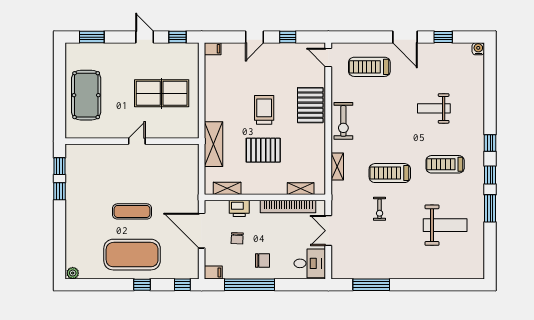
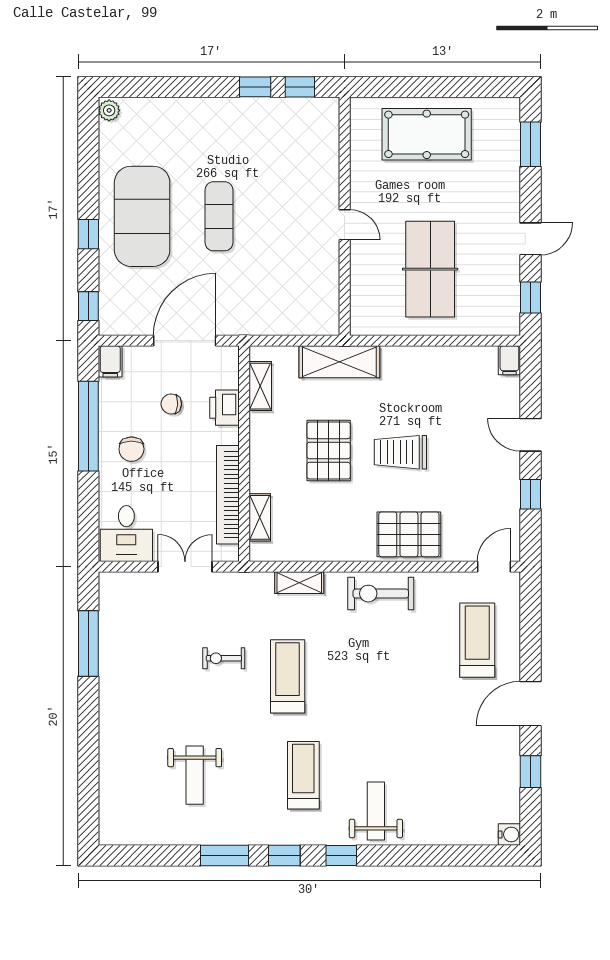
weight bench: (434, 108) -> (376, 811), moved
trolley: (264, 110) -> (400, 452), turned 180
weight bench: (445, 225) -> (195, 775), width x0.73, depth x0.75

